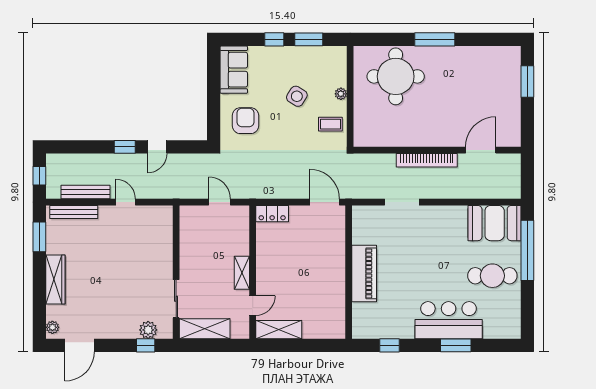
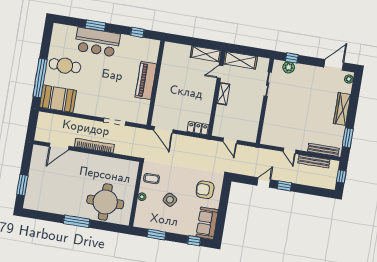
window: (274, 39) -> (194, 241), moved
armchair: (245, 121) -> (205, 190), turned 90
shelving: (205, 329) -> (240, 60), moved

